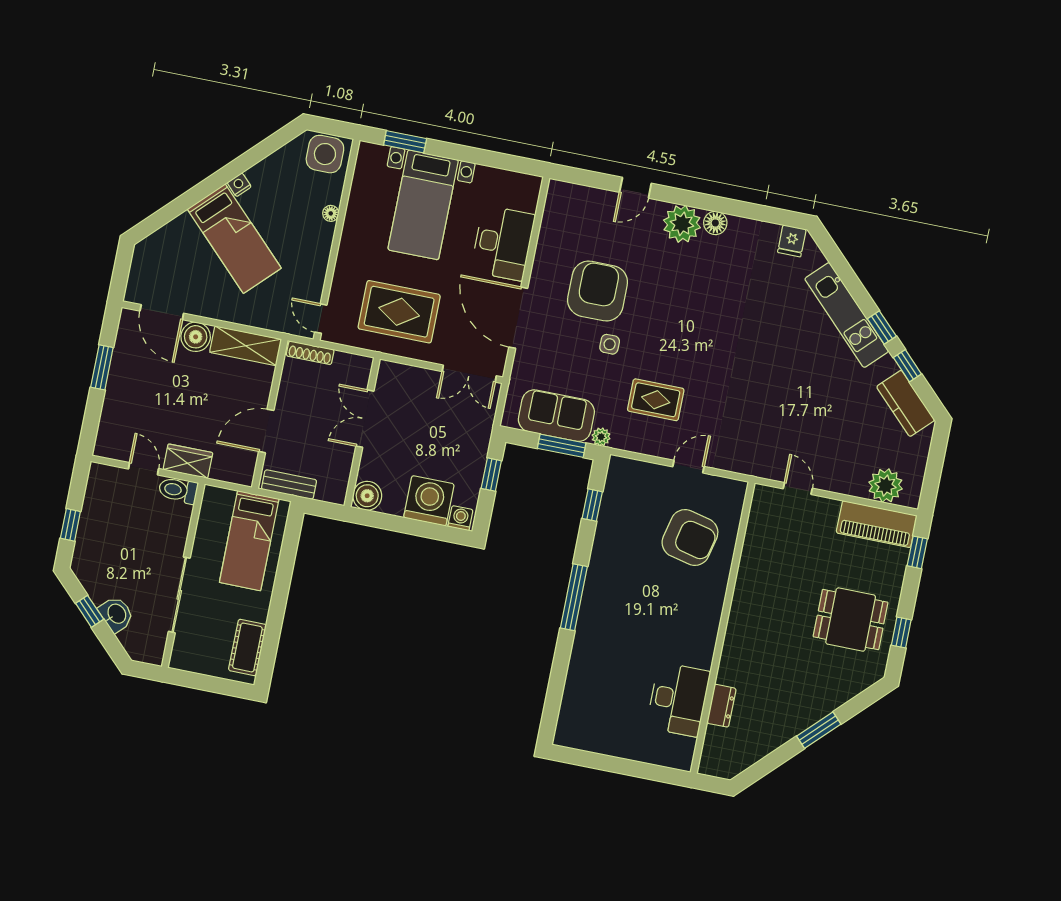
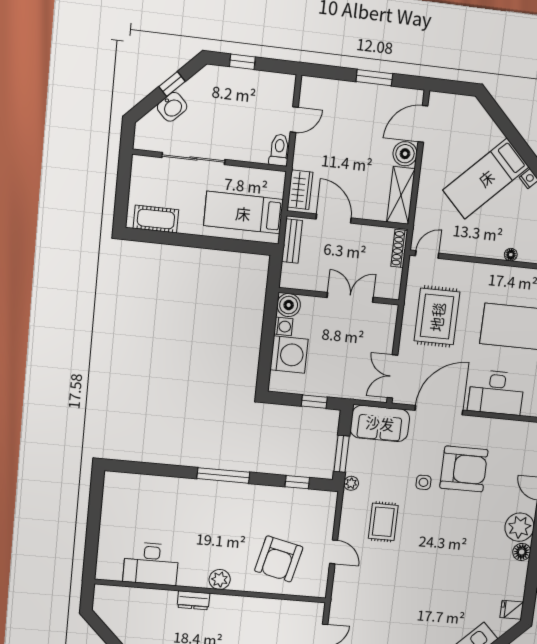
sofa: (556, 416) -> (380, 423), moved, turned 90
wardrobe: (188, 461) -> (300, 190), moved
washing machine: (460, 518) -> (283, 326), moved
plant: (709, 615) -> (220, 579), added
dresser: (721, 706) -> (193, 600), moved

